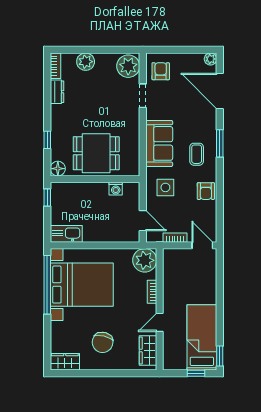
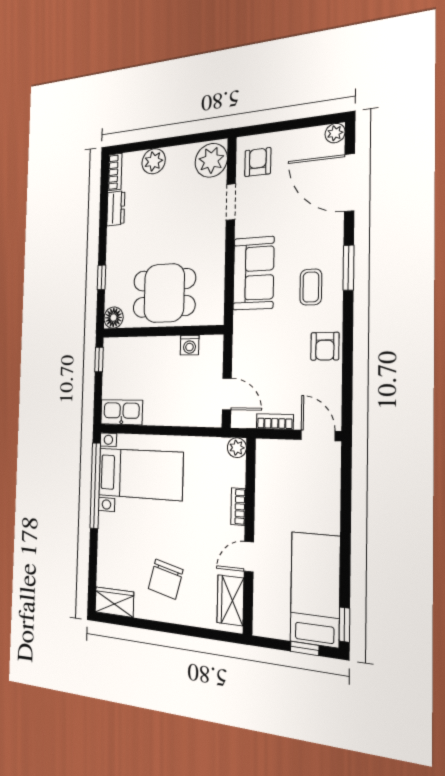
side table: (165, 187) -> (262, 342), removed
plant: (145, 260) -> (237, 448), width x0.53, depth x0.53
bed with nightstands: (82, 285) -> (140, 474), width x0.73

